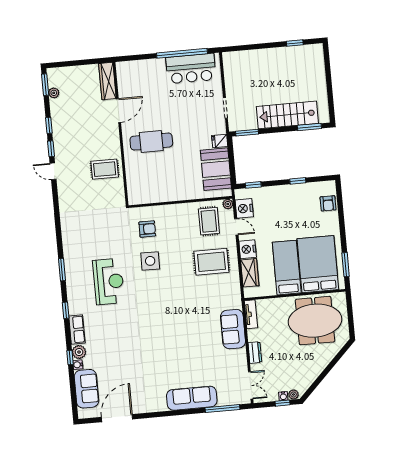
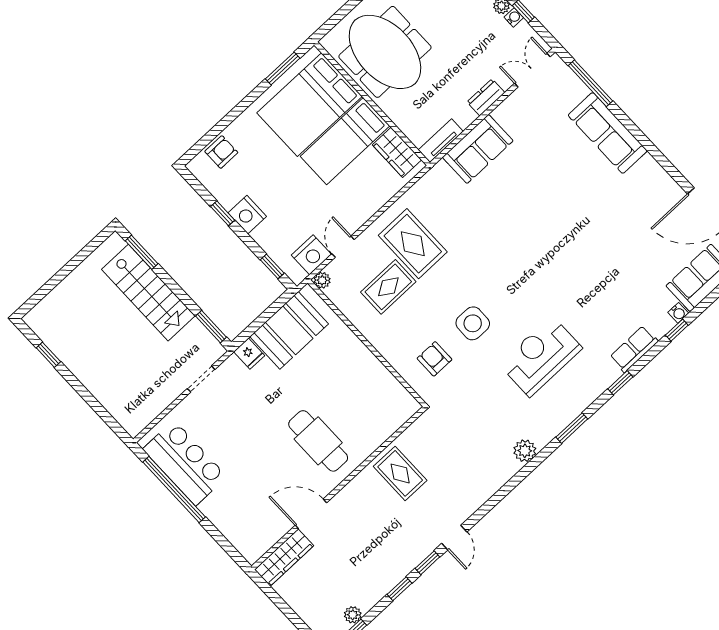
rug: (209, 221) -> (388, 287), moved
nightstand: (248, 249) -> (247, 215), moved, turned 90
wardrobe: (250, 273) -> (397, 152), moved, turned -90
plant: (79, 352) -> (525, 451), moved

